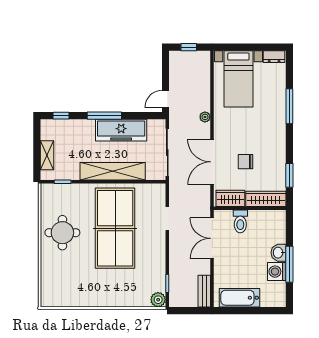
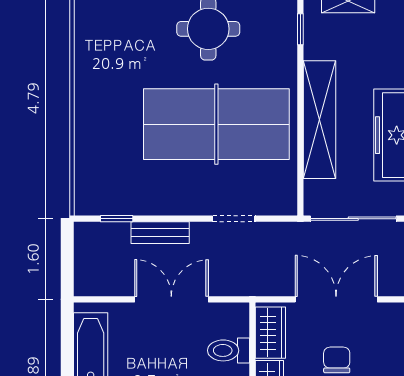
double door: (212, 238) -> (171, 299), moved
bench: (204, 291) -> (160, 233), moved
plant: (158, 300) -> (87, 202), removed

